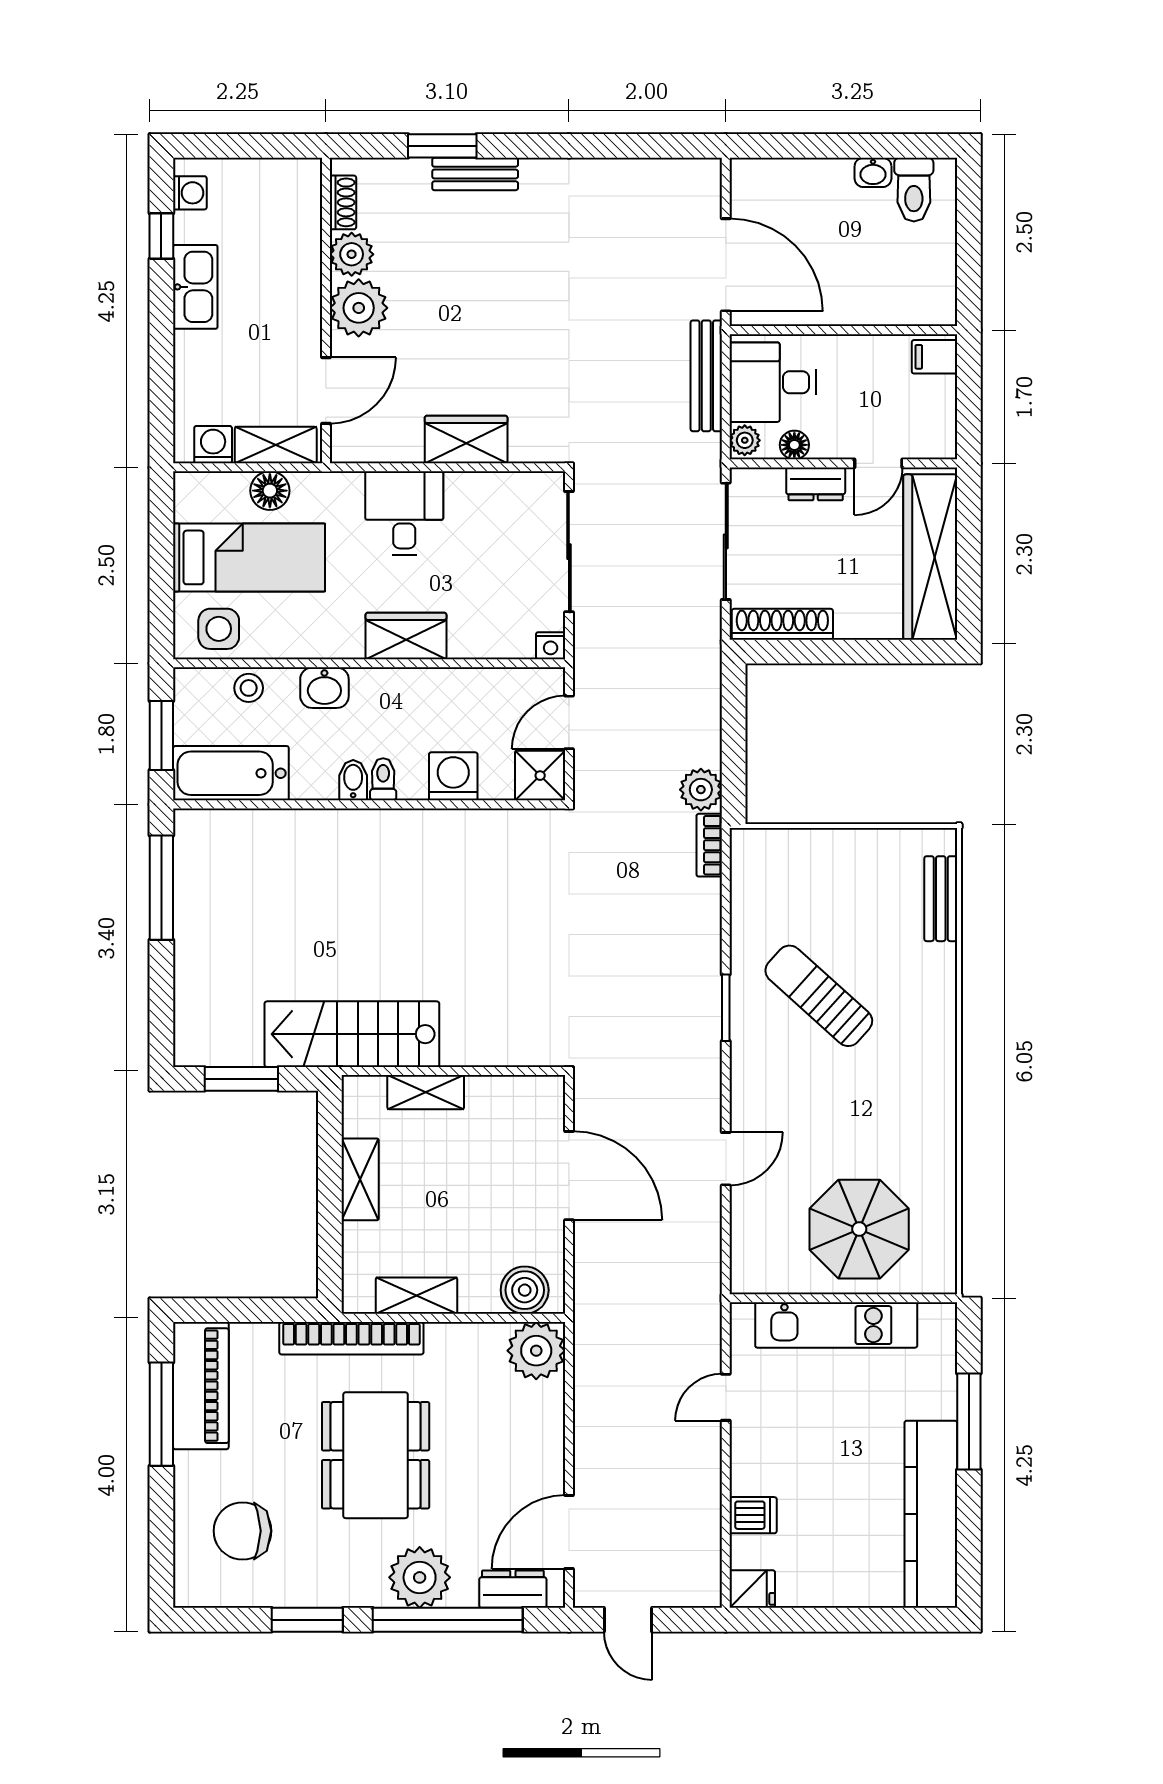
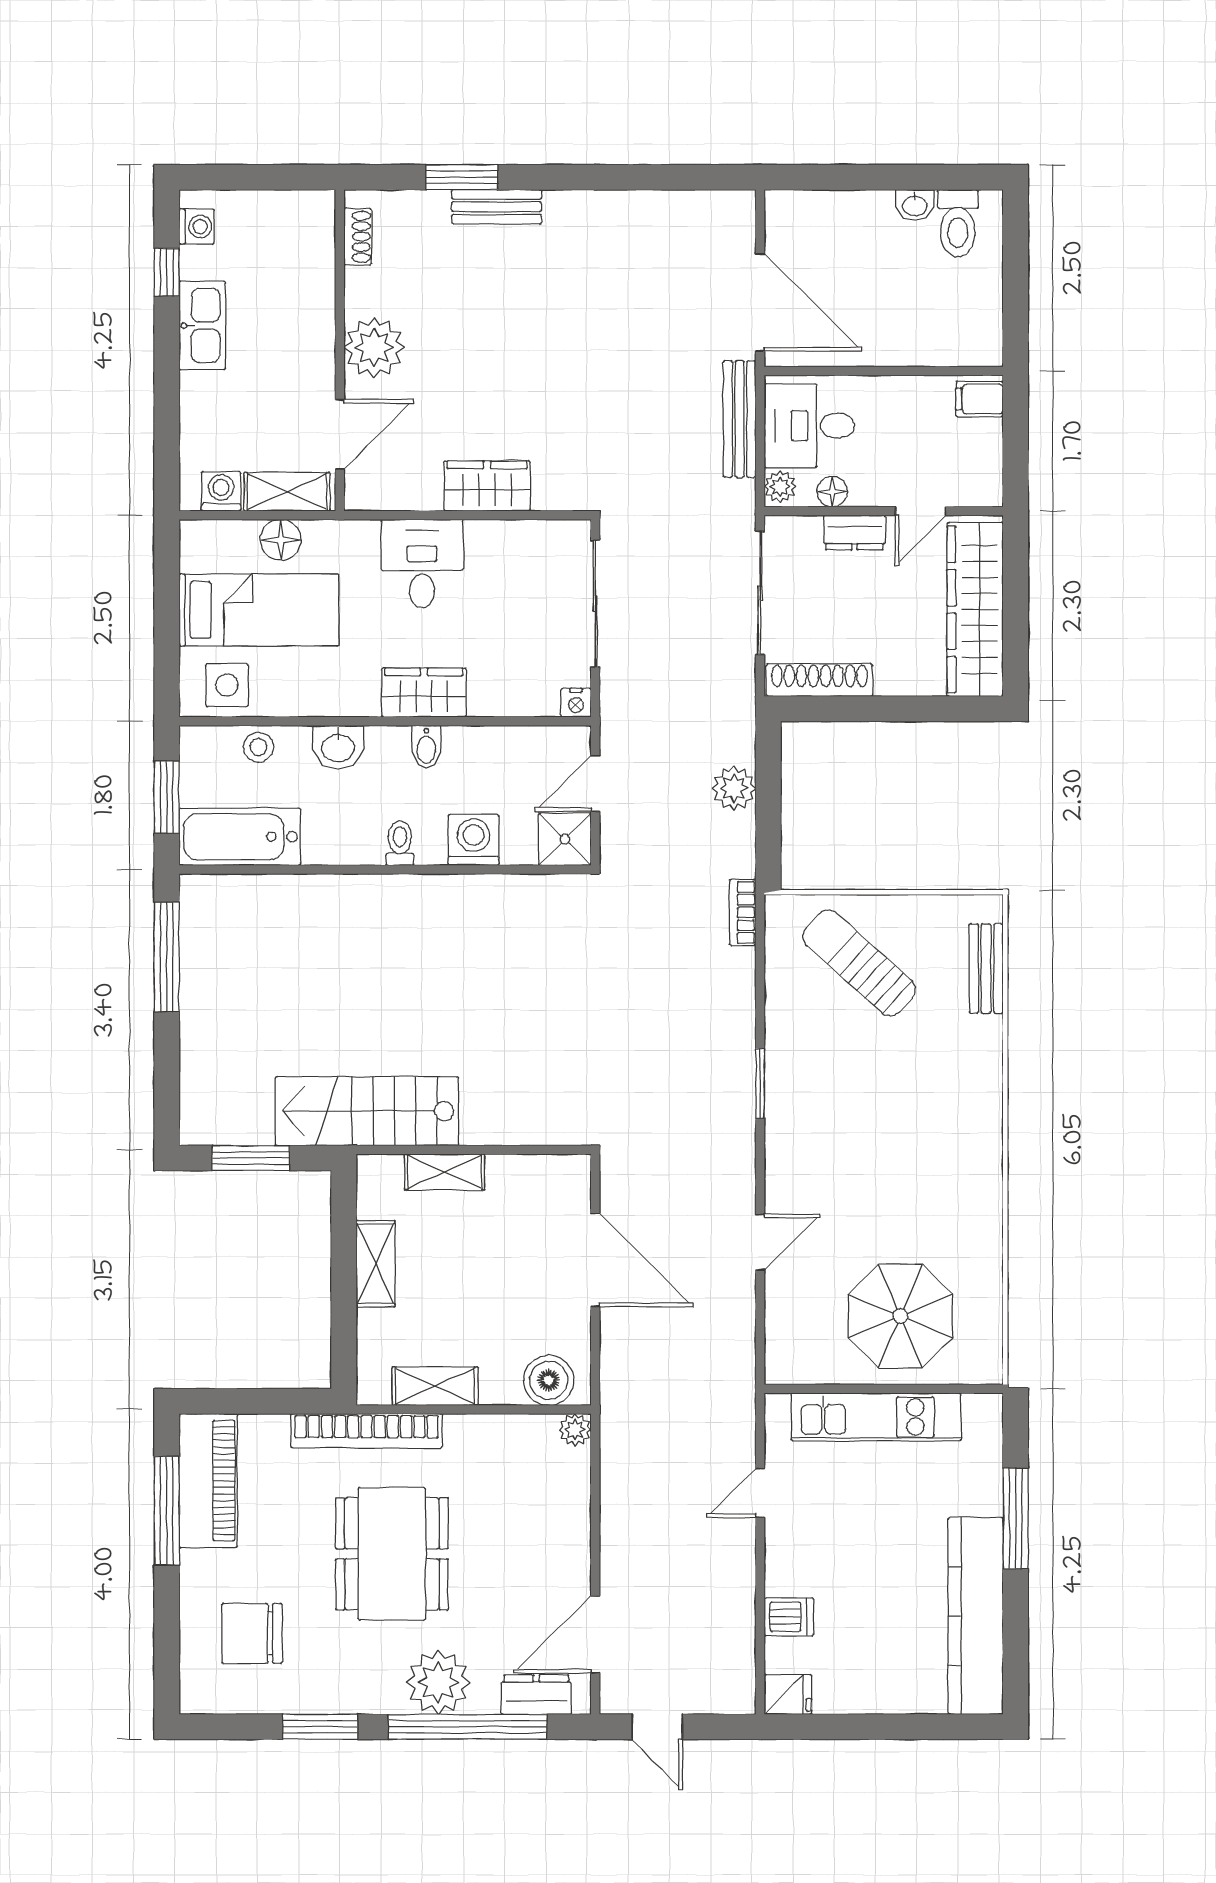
plant: (352, 254) -> (367, 291), removed
bidet: (353, 780) -> (426, 747), moved, turned 180
plant: (701, 790) -> (734, 788), moved
sun lounger: (819, 996) -> (859, 963), moved
plant: (536, 1351) -> (575, 1430), width x0.53, depth x0.53

